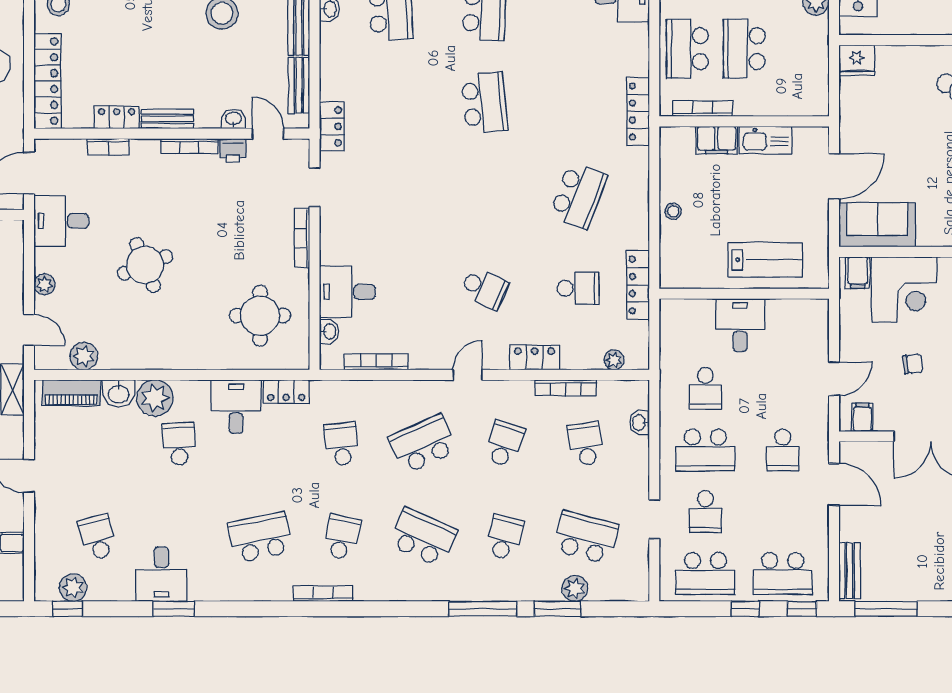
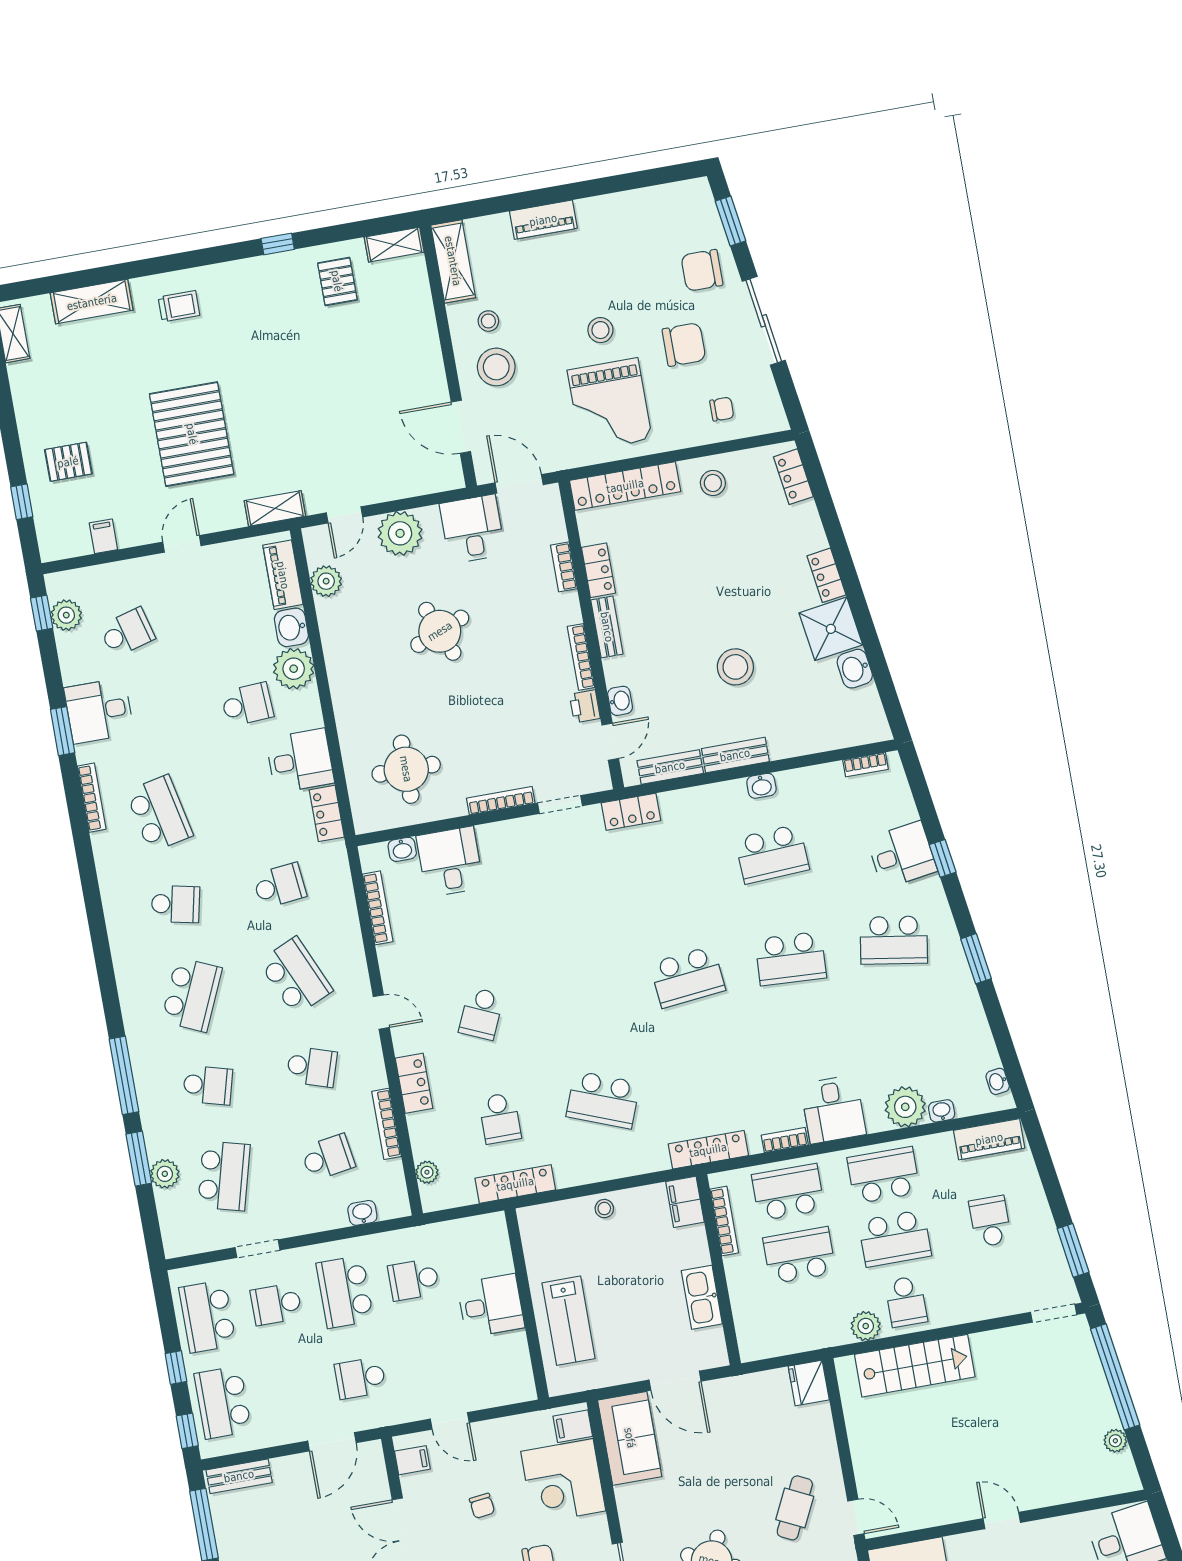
bookcase: (641, 44) -> (785, 1140), added
filing cabinet: (717, 140) -> (685, 1202), moved
plant: (44, 284) -> (400, 533), width x1.88, depth x1.88
bookcase: (323, 594) -> (92, 798), moved

